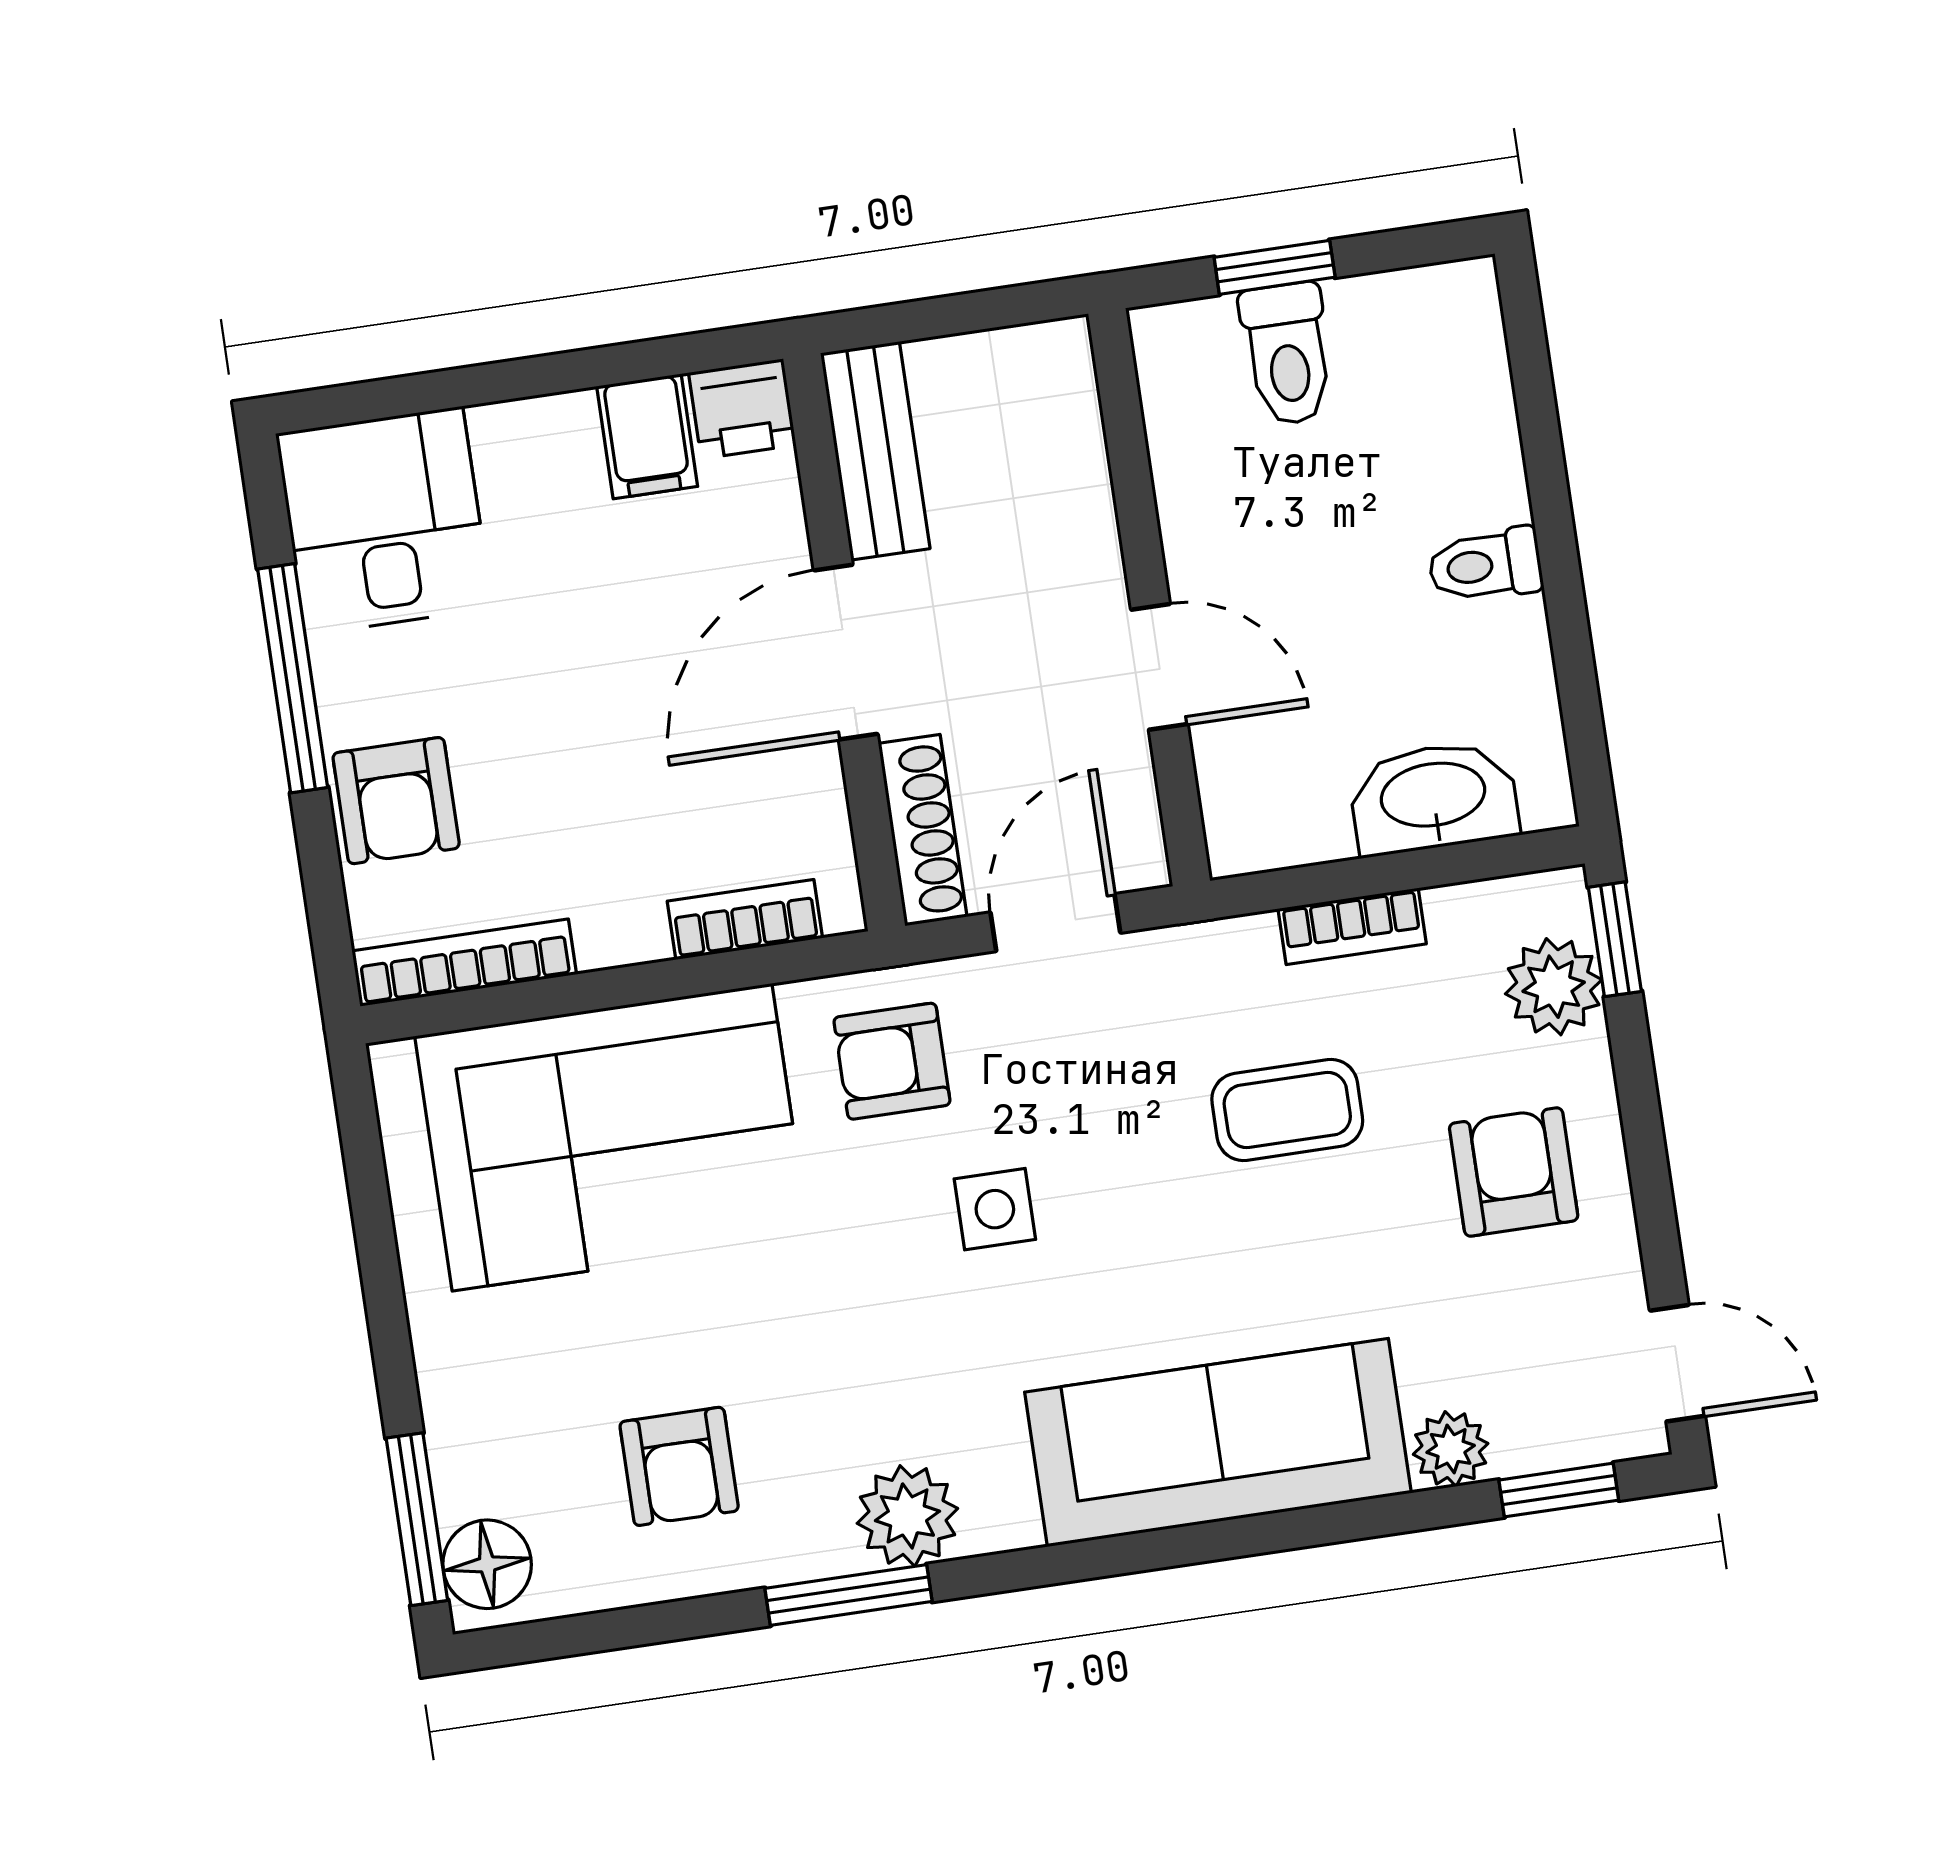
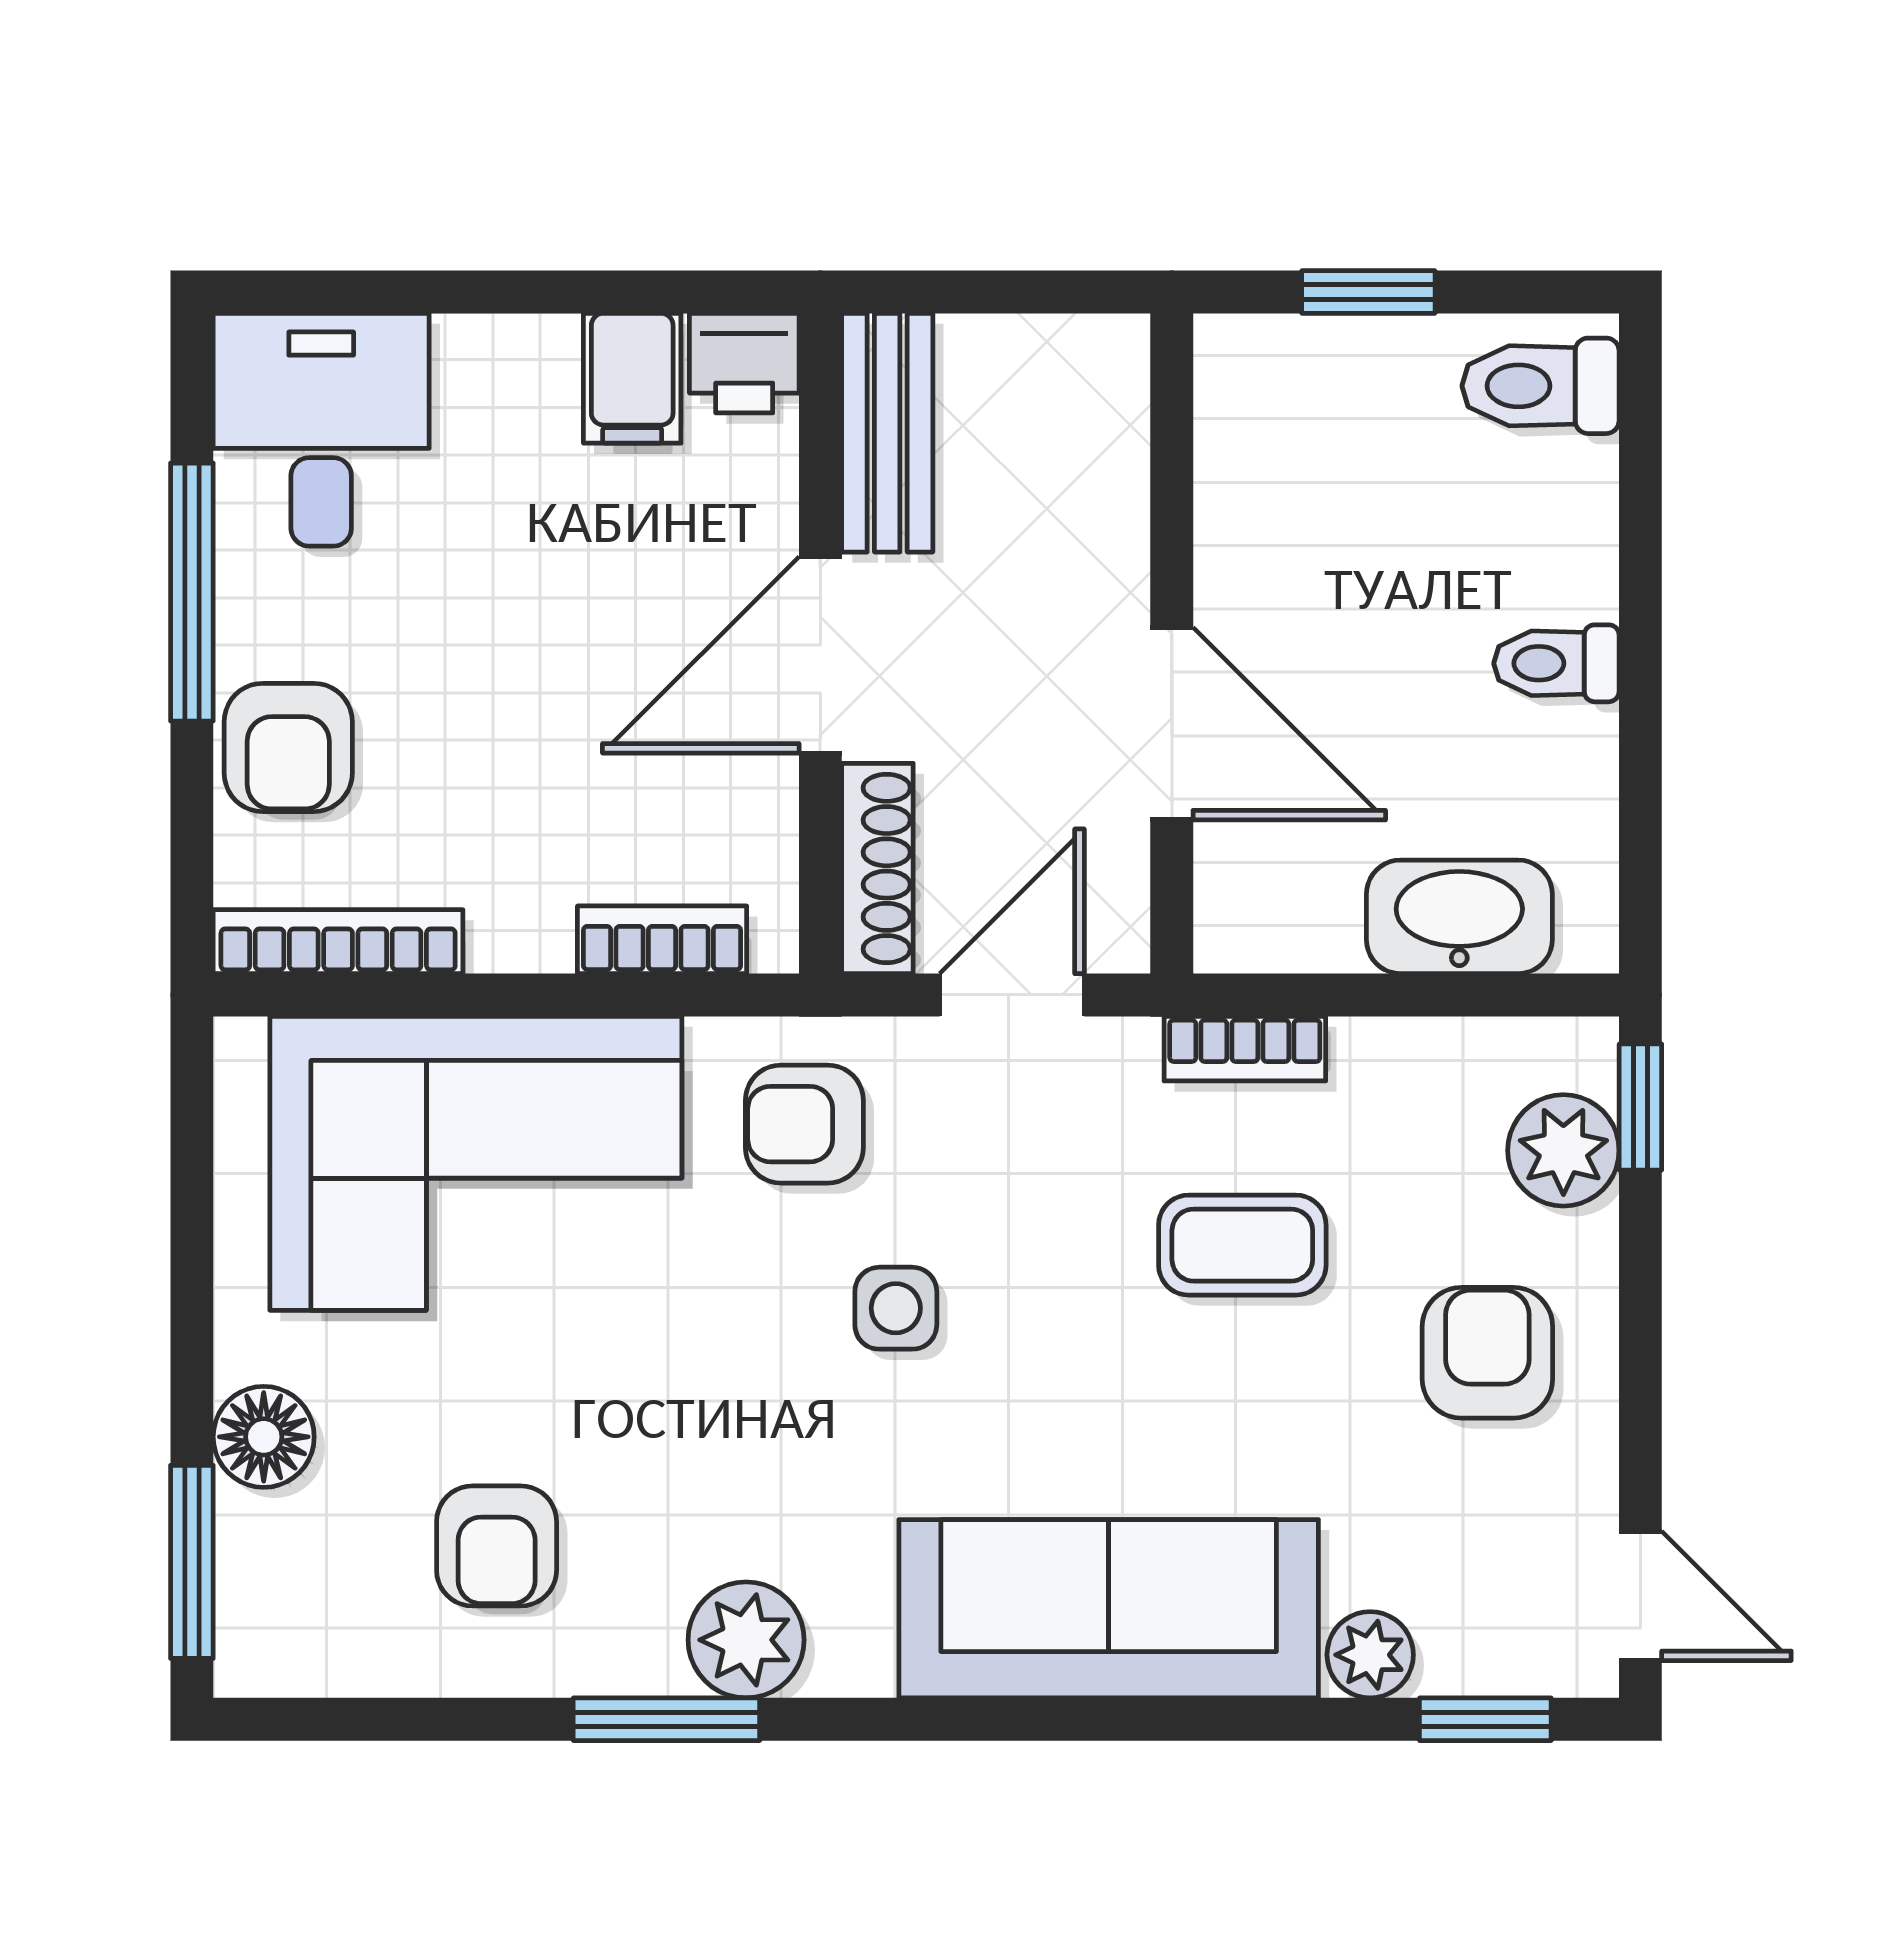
toilet: (1287, 354) -> (1541, 386), moved, turned 90
door: (1159, 667) -> (1172, 724), width x1.38
bookcase: (1352, 926) -> (1245, 1049), moved
floor lamp: (487, 1564) -> (264, 1437), moved

